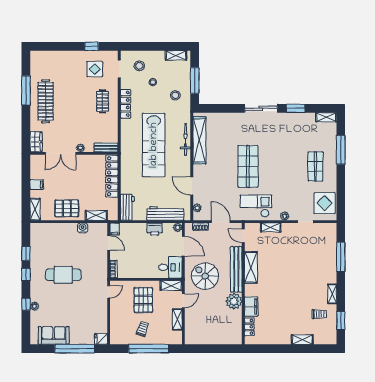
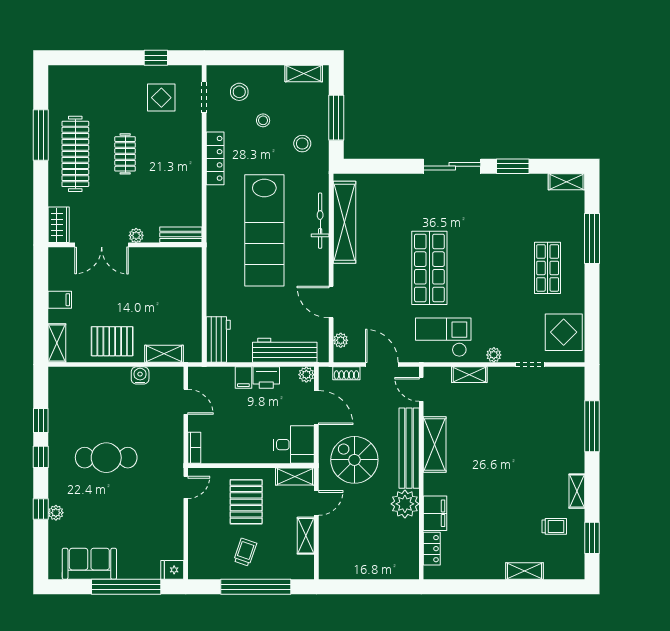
clothes rail: (103, 101) -> (125, 154), moved
locker: (112, 176) -> (191, 285), removed
filing cabinet: (115, 229) -> (243, 378), moved

